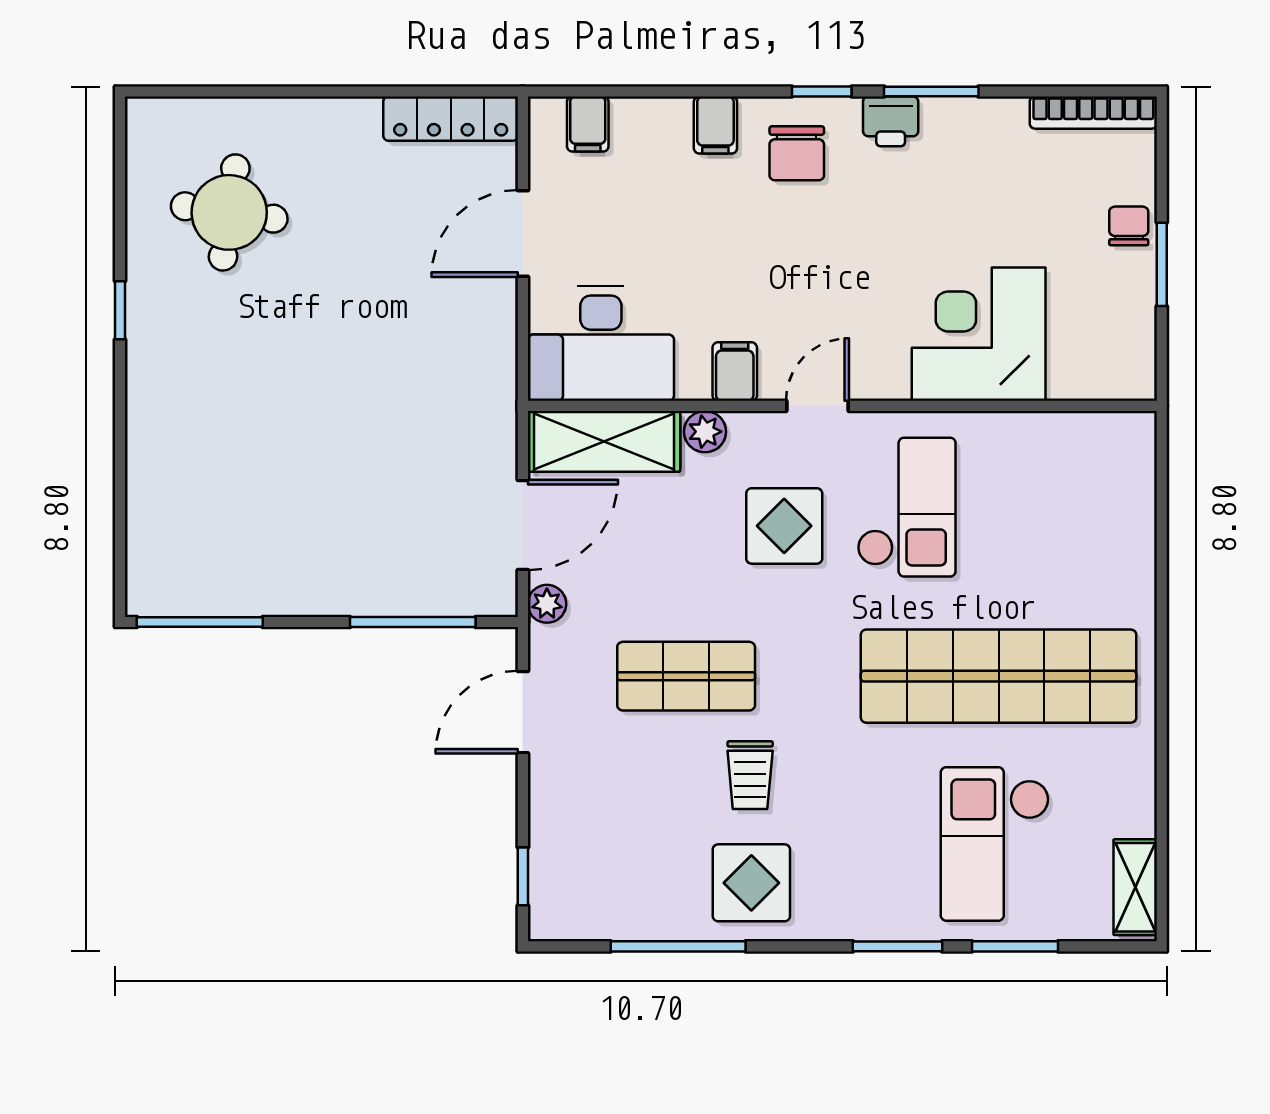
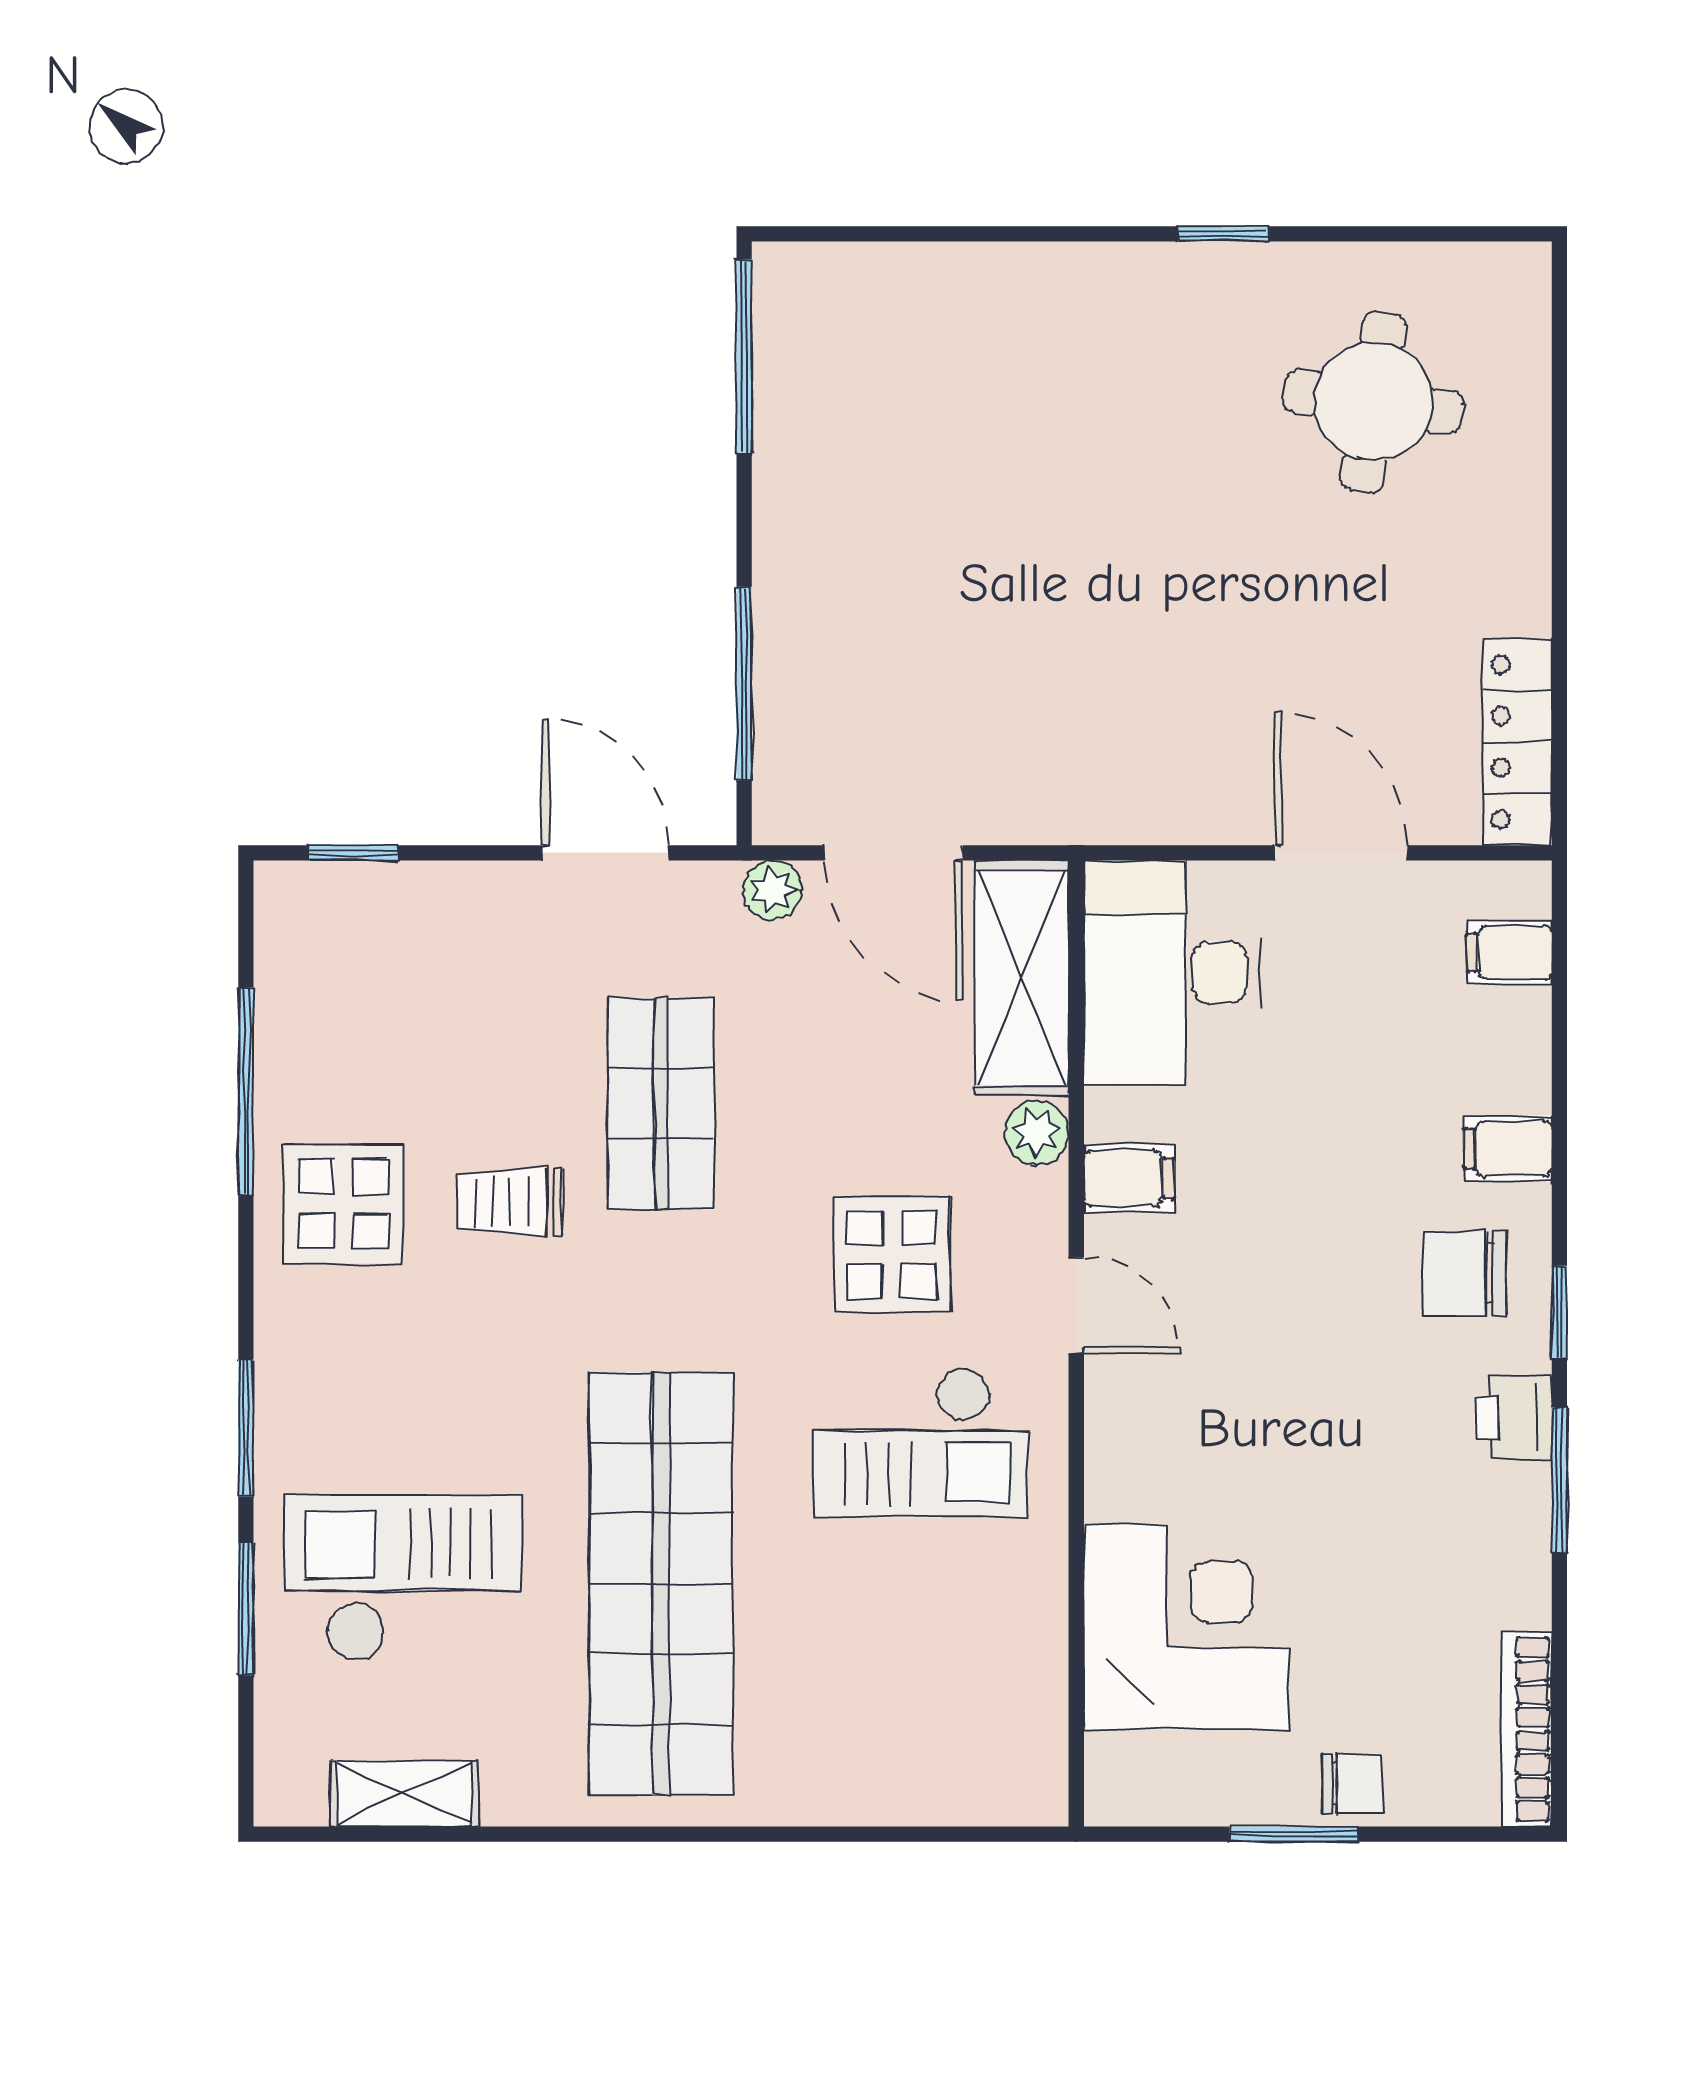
corner desk: (979, 334) -> (1186, 1627), moved
shelving: (1135, 887) -> (404, 1794), moved

